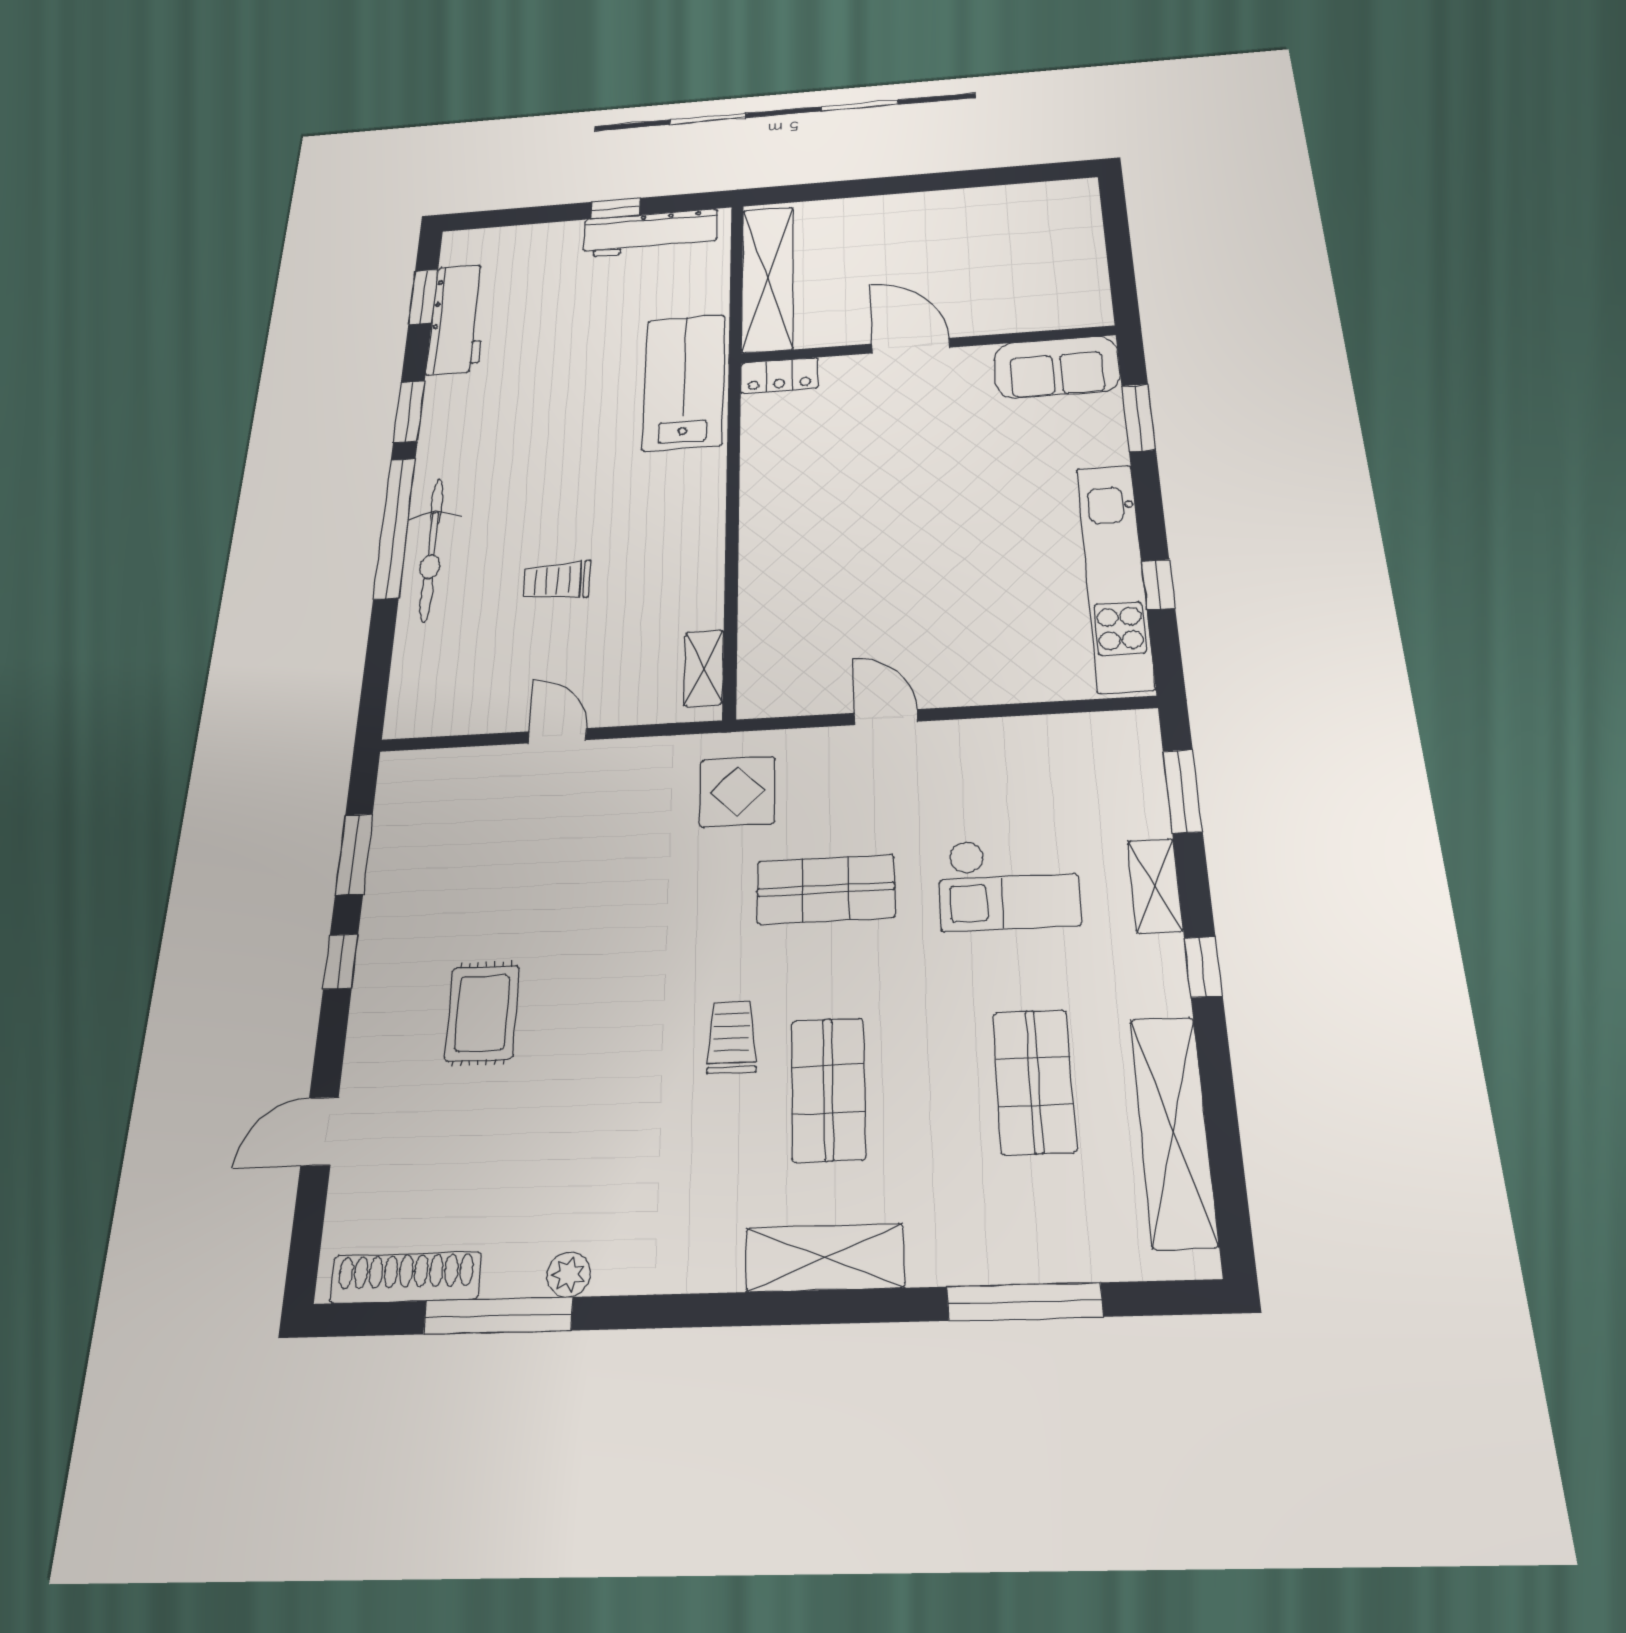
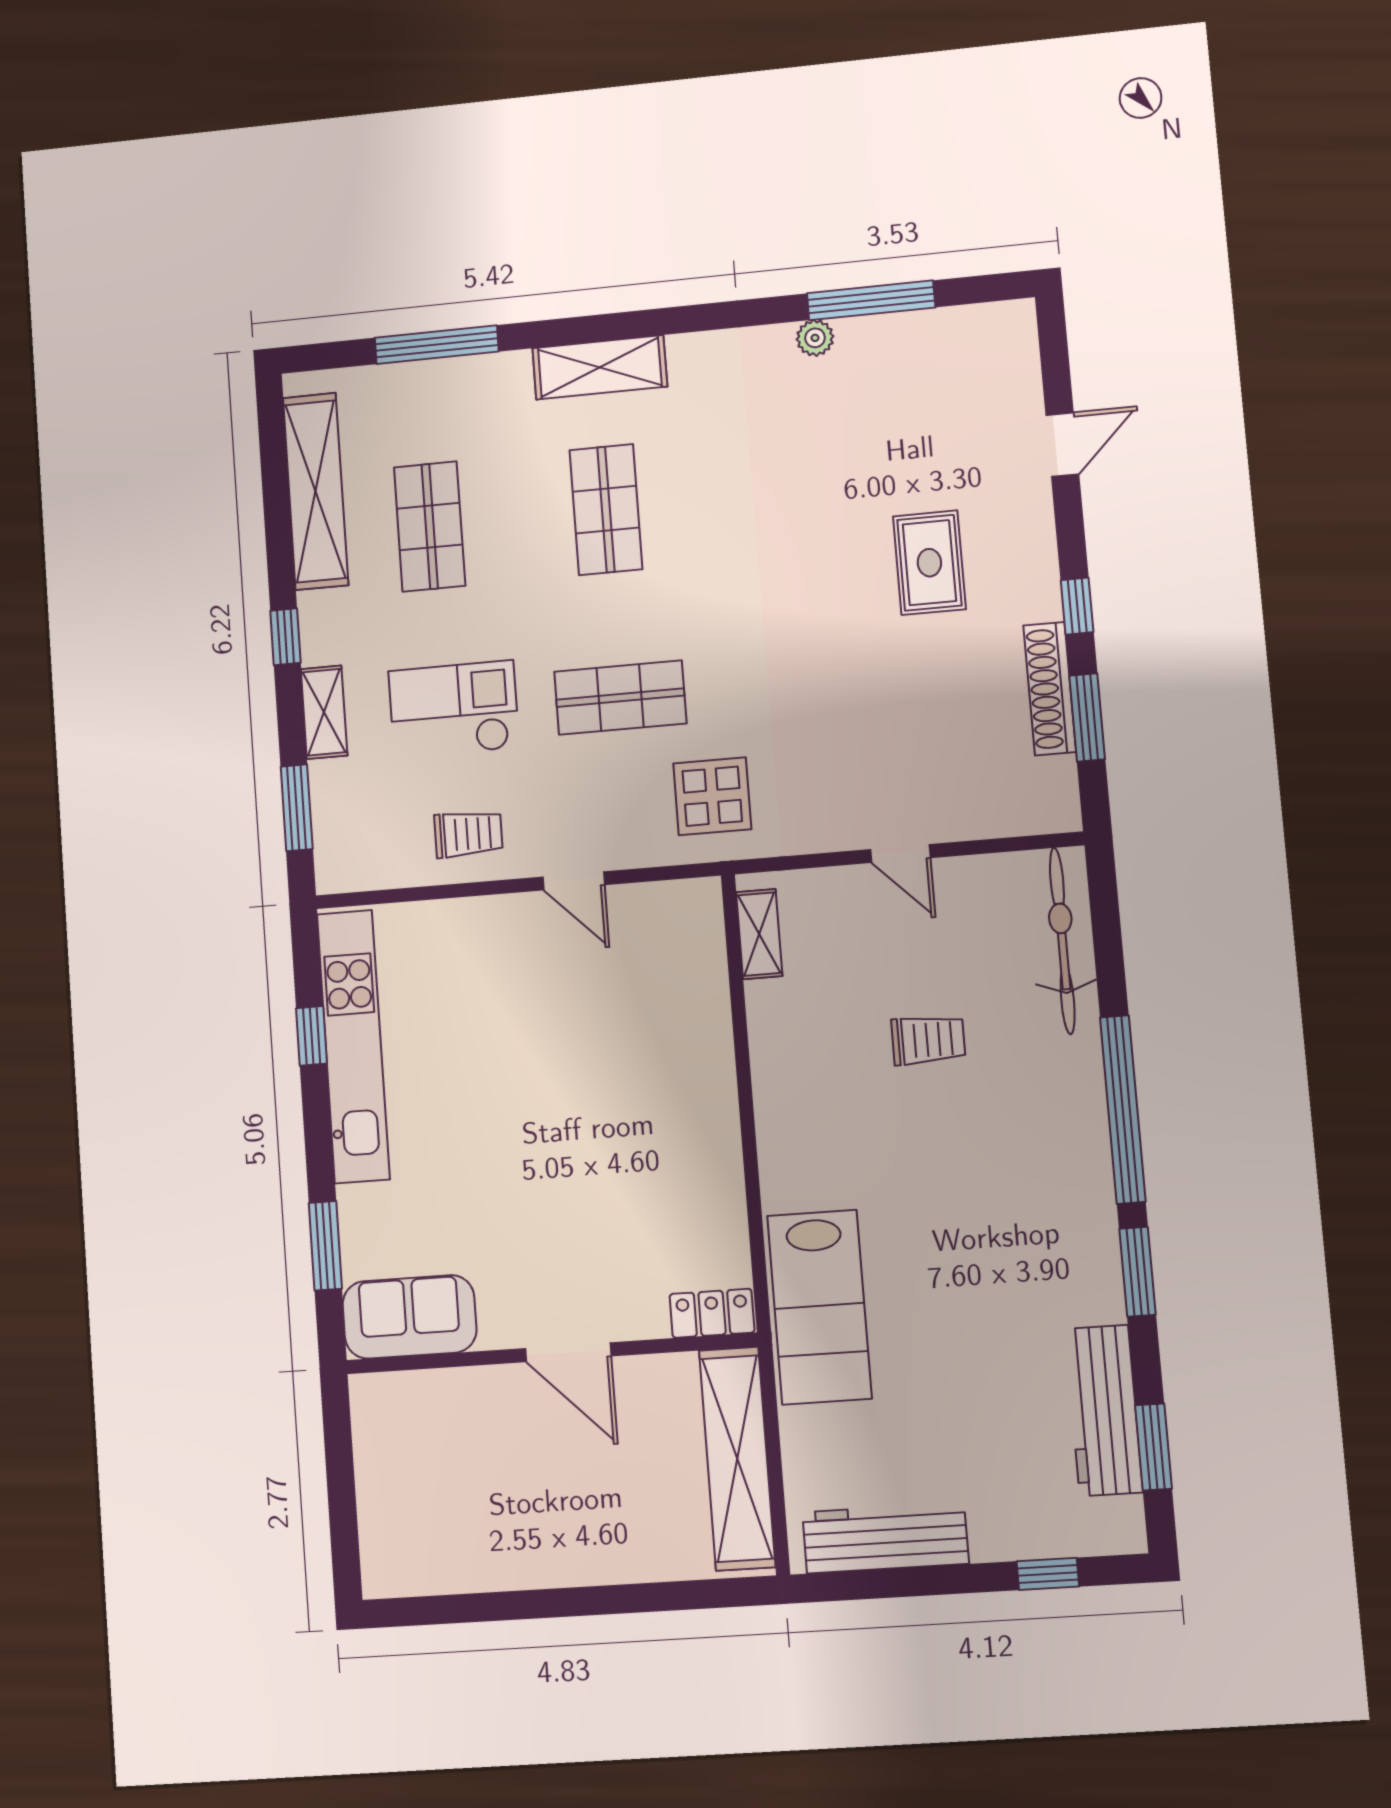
window: (615, 209) -> (1048, 1574), moved
bicycle: (432, 549) -> (1062, 941), moved
trolley: (732, 1037) -> (468, 834), moved, turned -90
shoe rack: (406, 1278) -> (1050, 689), moved, turned 90

